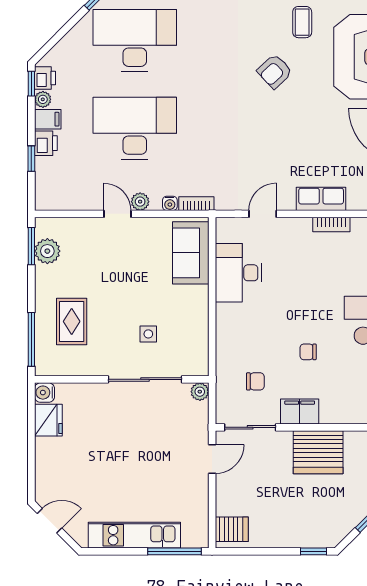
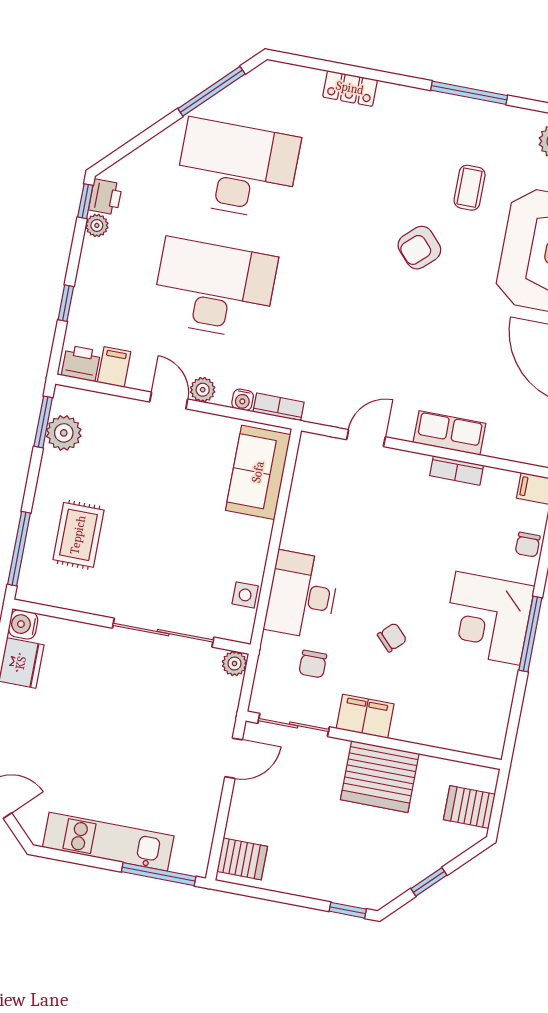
filing cabinet: (48, 119) -> (114, 367), moved, turned -90
printer: (46, 143) -> (81, 363), moved, turned -90
desk: (238, 273) -> (302, 595), moved
side table: (148, 334) -> (245, 595), moved
chair: (308, 352) -> (392, 637), turned 136
chair: (255, 381) -> (313, 664), turned 90

